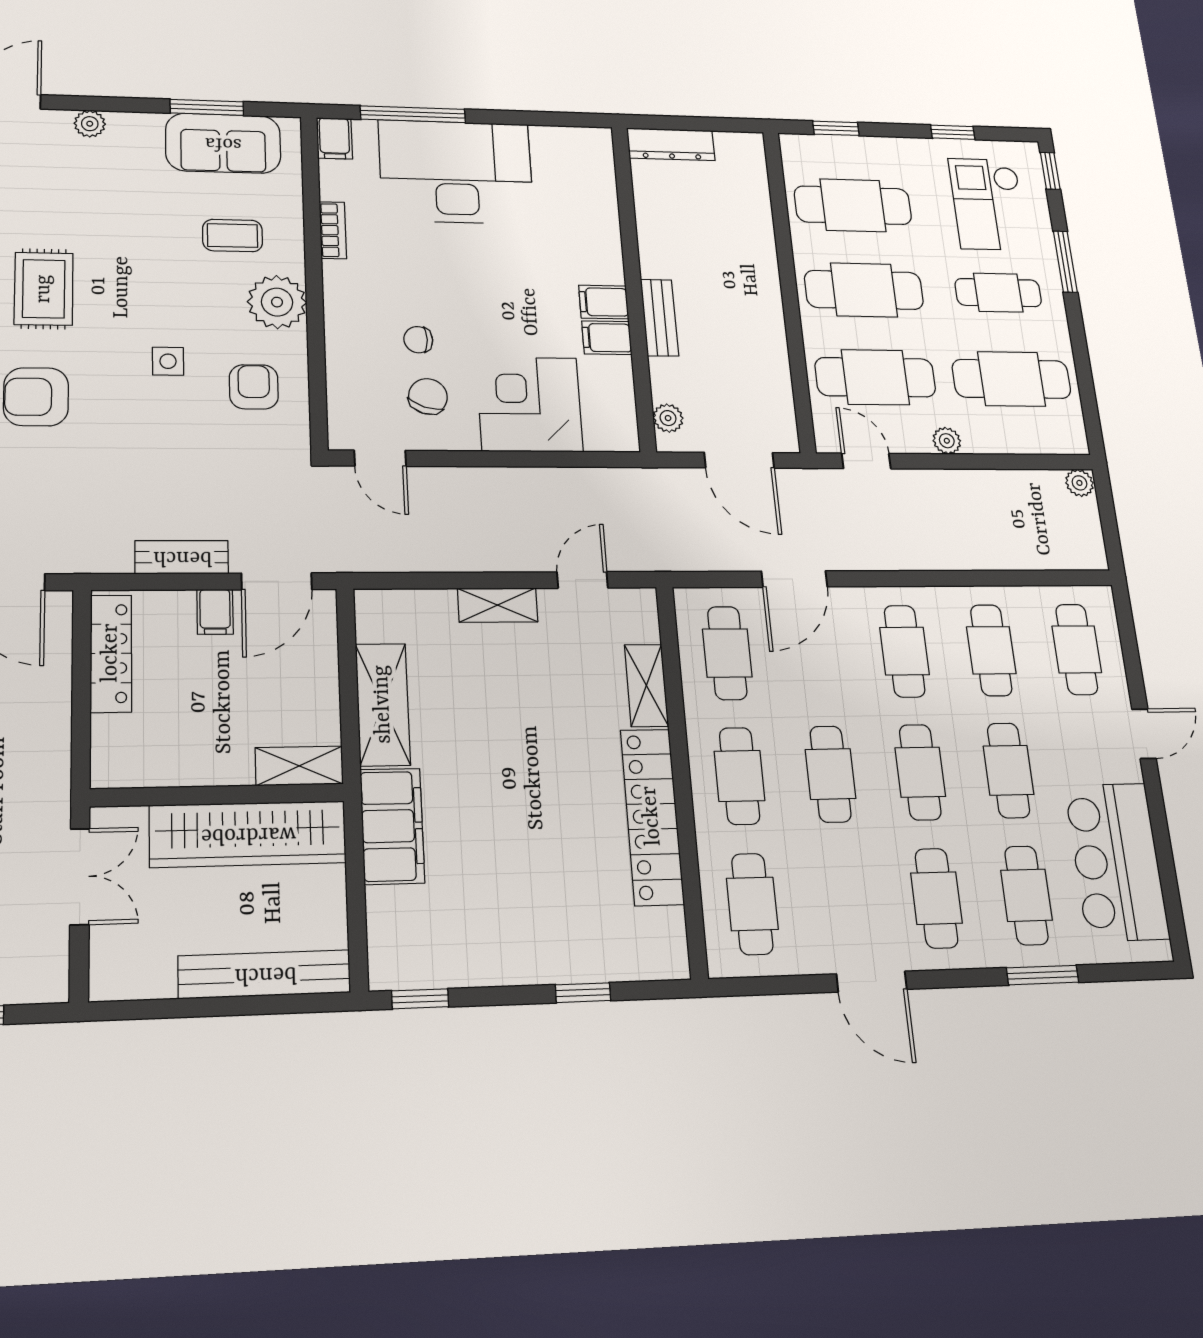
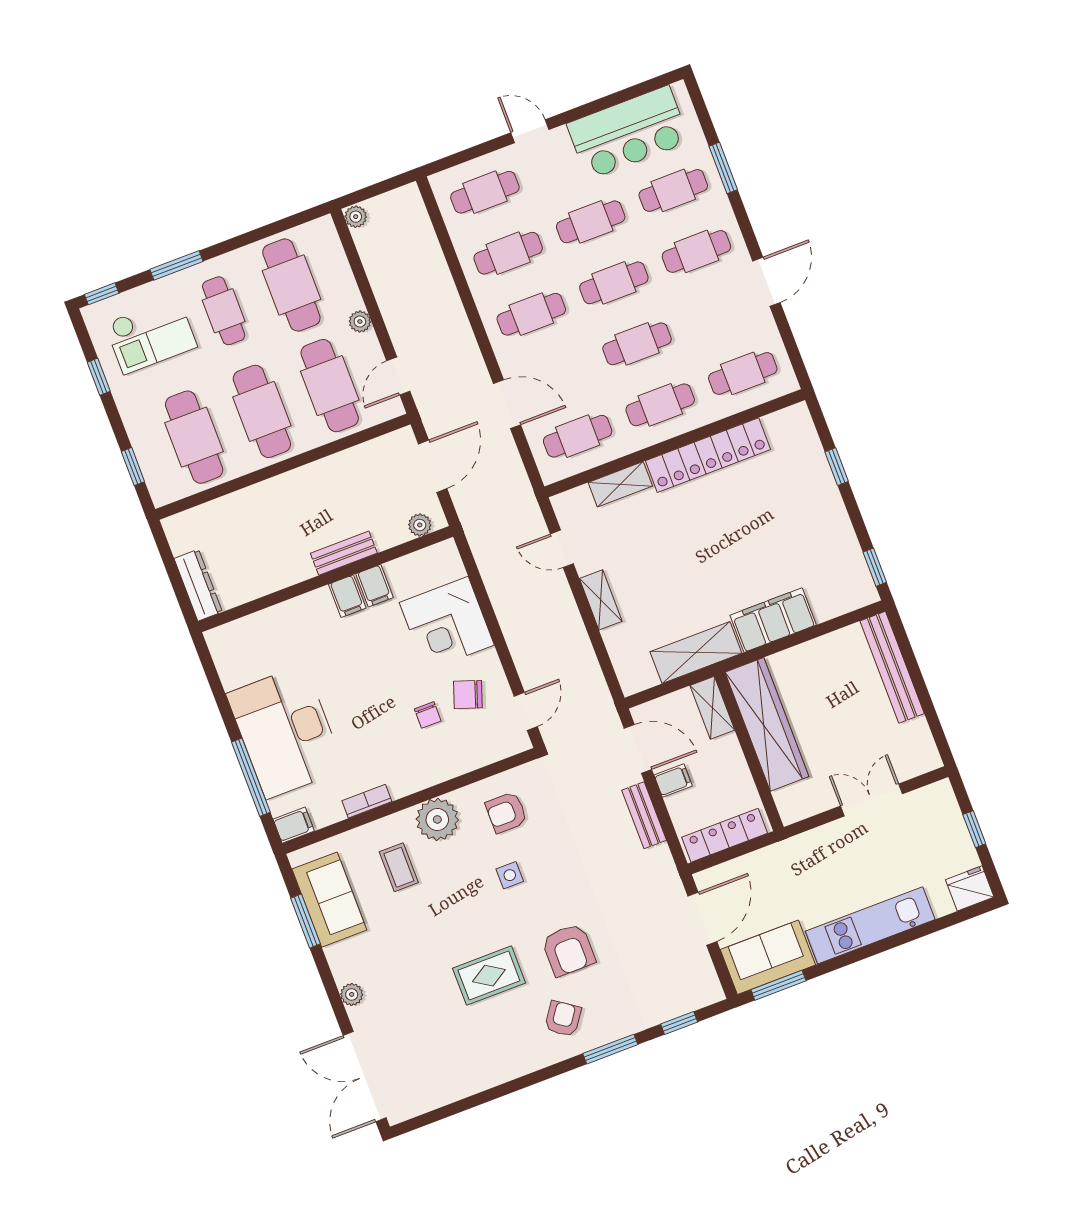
shelving: (299, 766) -> (712, 708), moved
wall: (218, 795) -> (749, 752), moved
wardrobe: (248, 834) -> (767, 724), moved

